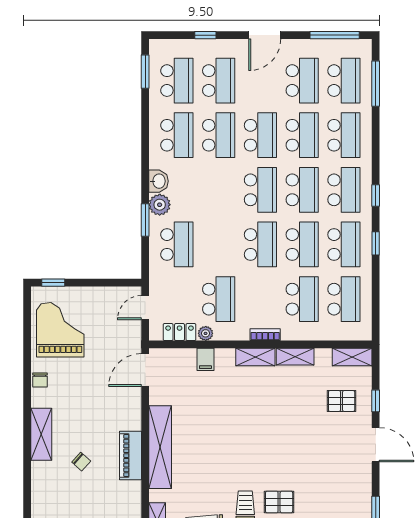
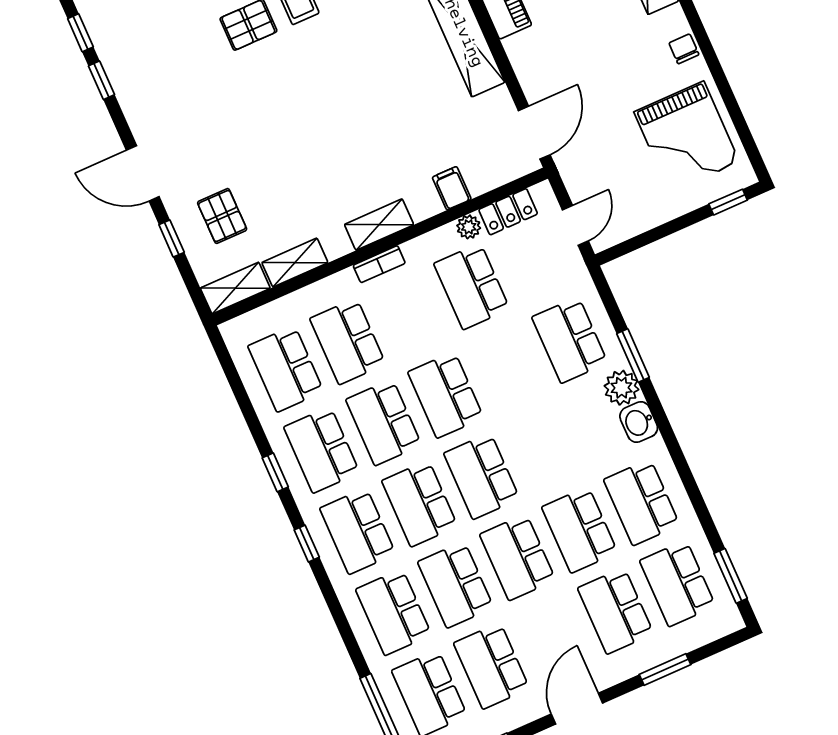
window: (205, 35) -> (665, 670), width x1.50
shelving: (295, 357) -> (295, 263), moved
pallet: (342, 401) -> (222, 216), turned 90

